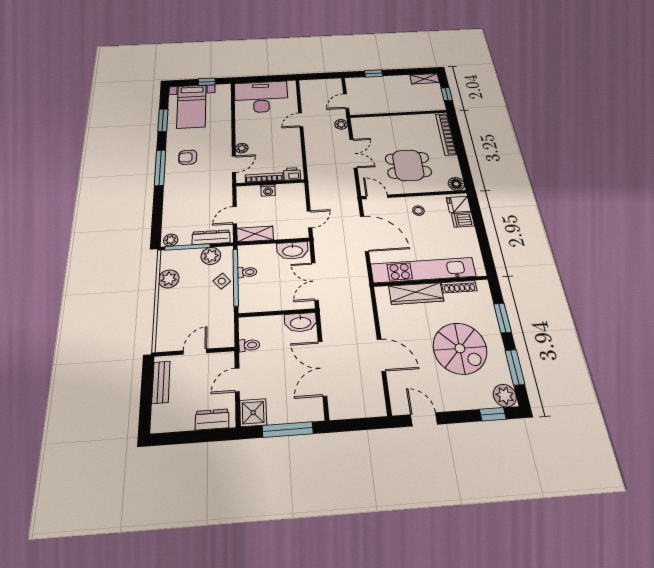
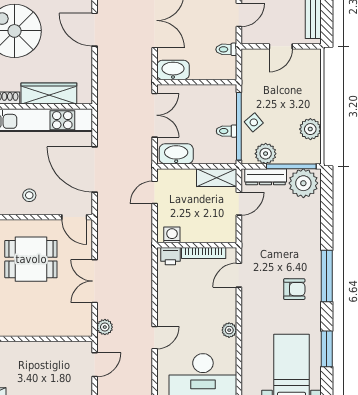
plant: (242, 148) -> (229, 330), moved
washing machine: (268, 190) -> (172, 235), moved
plant: (171, 240) -> (303, 183), width x1.88, depth x1.88

